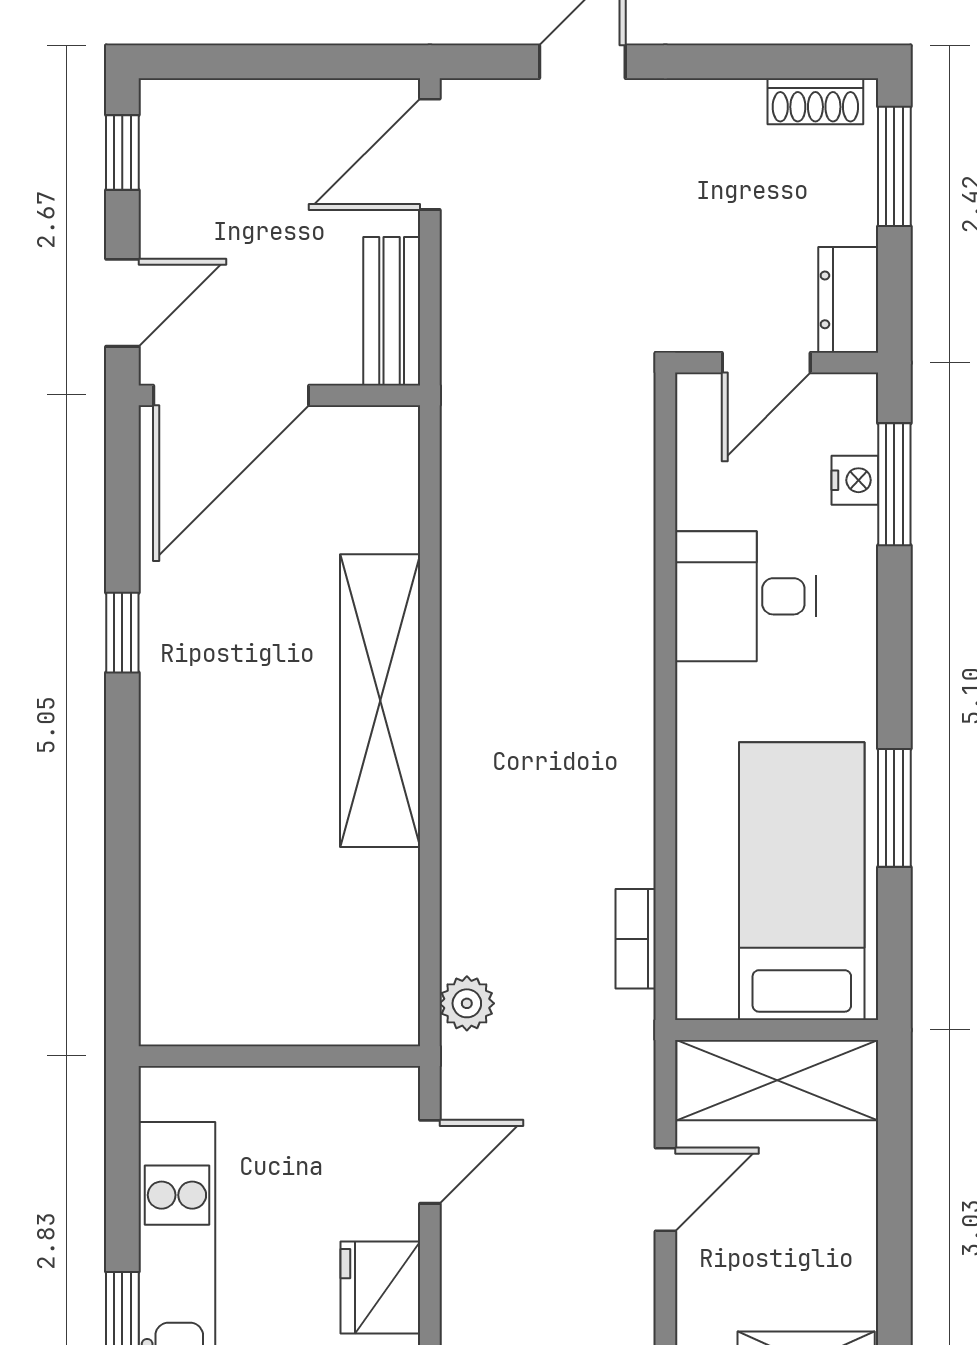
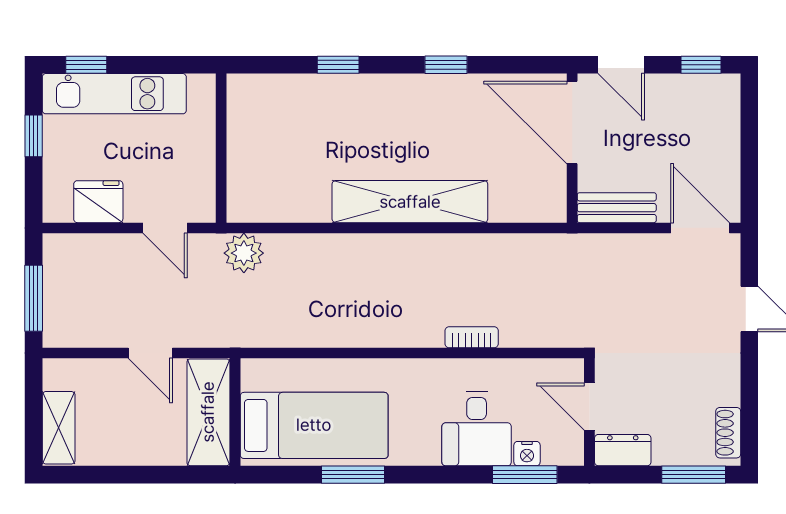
desk: (745, 596) -> (477, 429), moved, turned 180
window: (122, 836) -> (338, 65), added
bookcase: (636, 939) -> (472, 337), moved
plant: (467, 1003) -> (244, 253), width x1.38, depth x1.38

